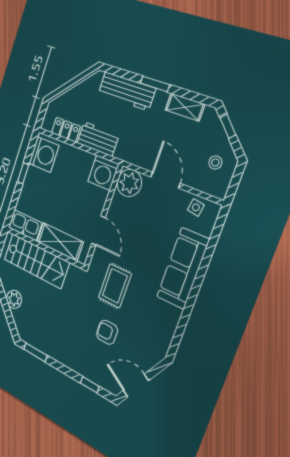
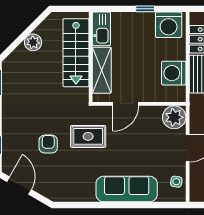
washing machine: (103, 173) -> (174, 73), moved

